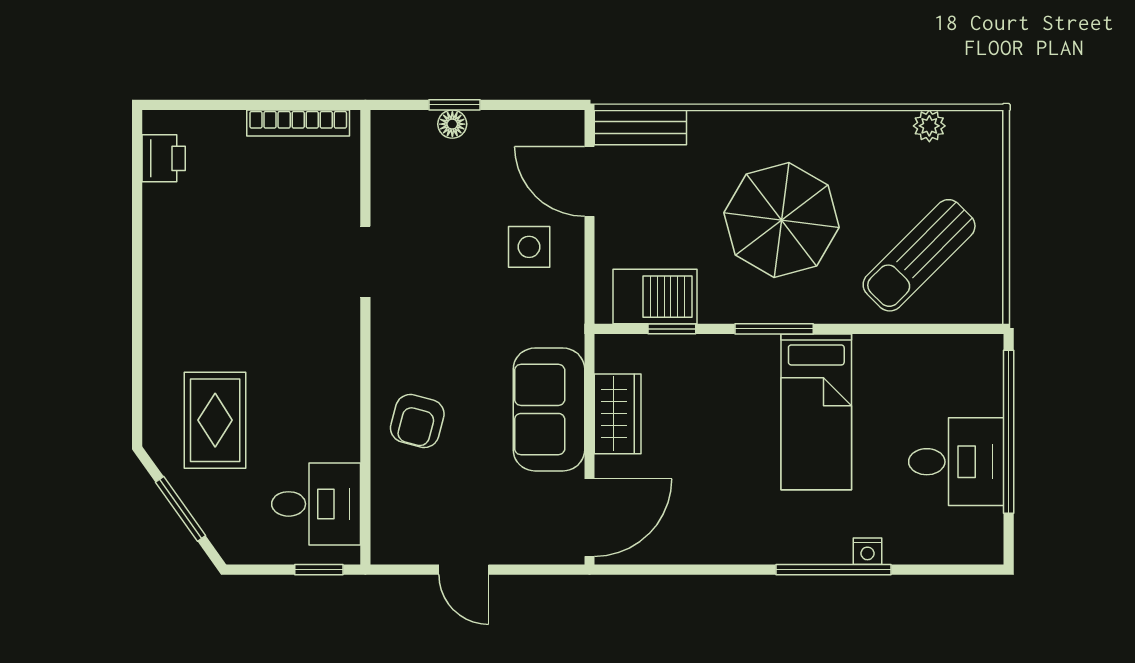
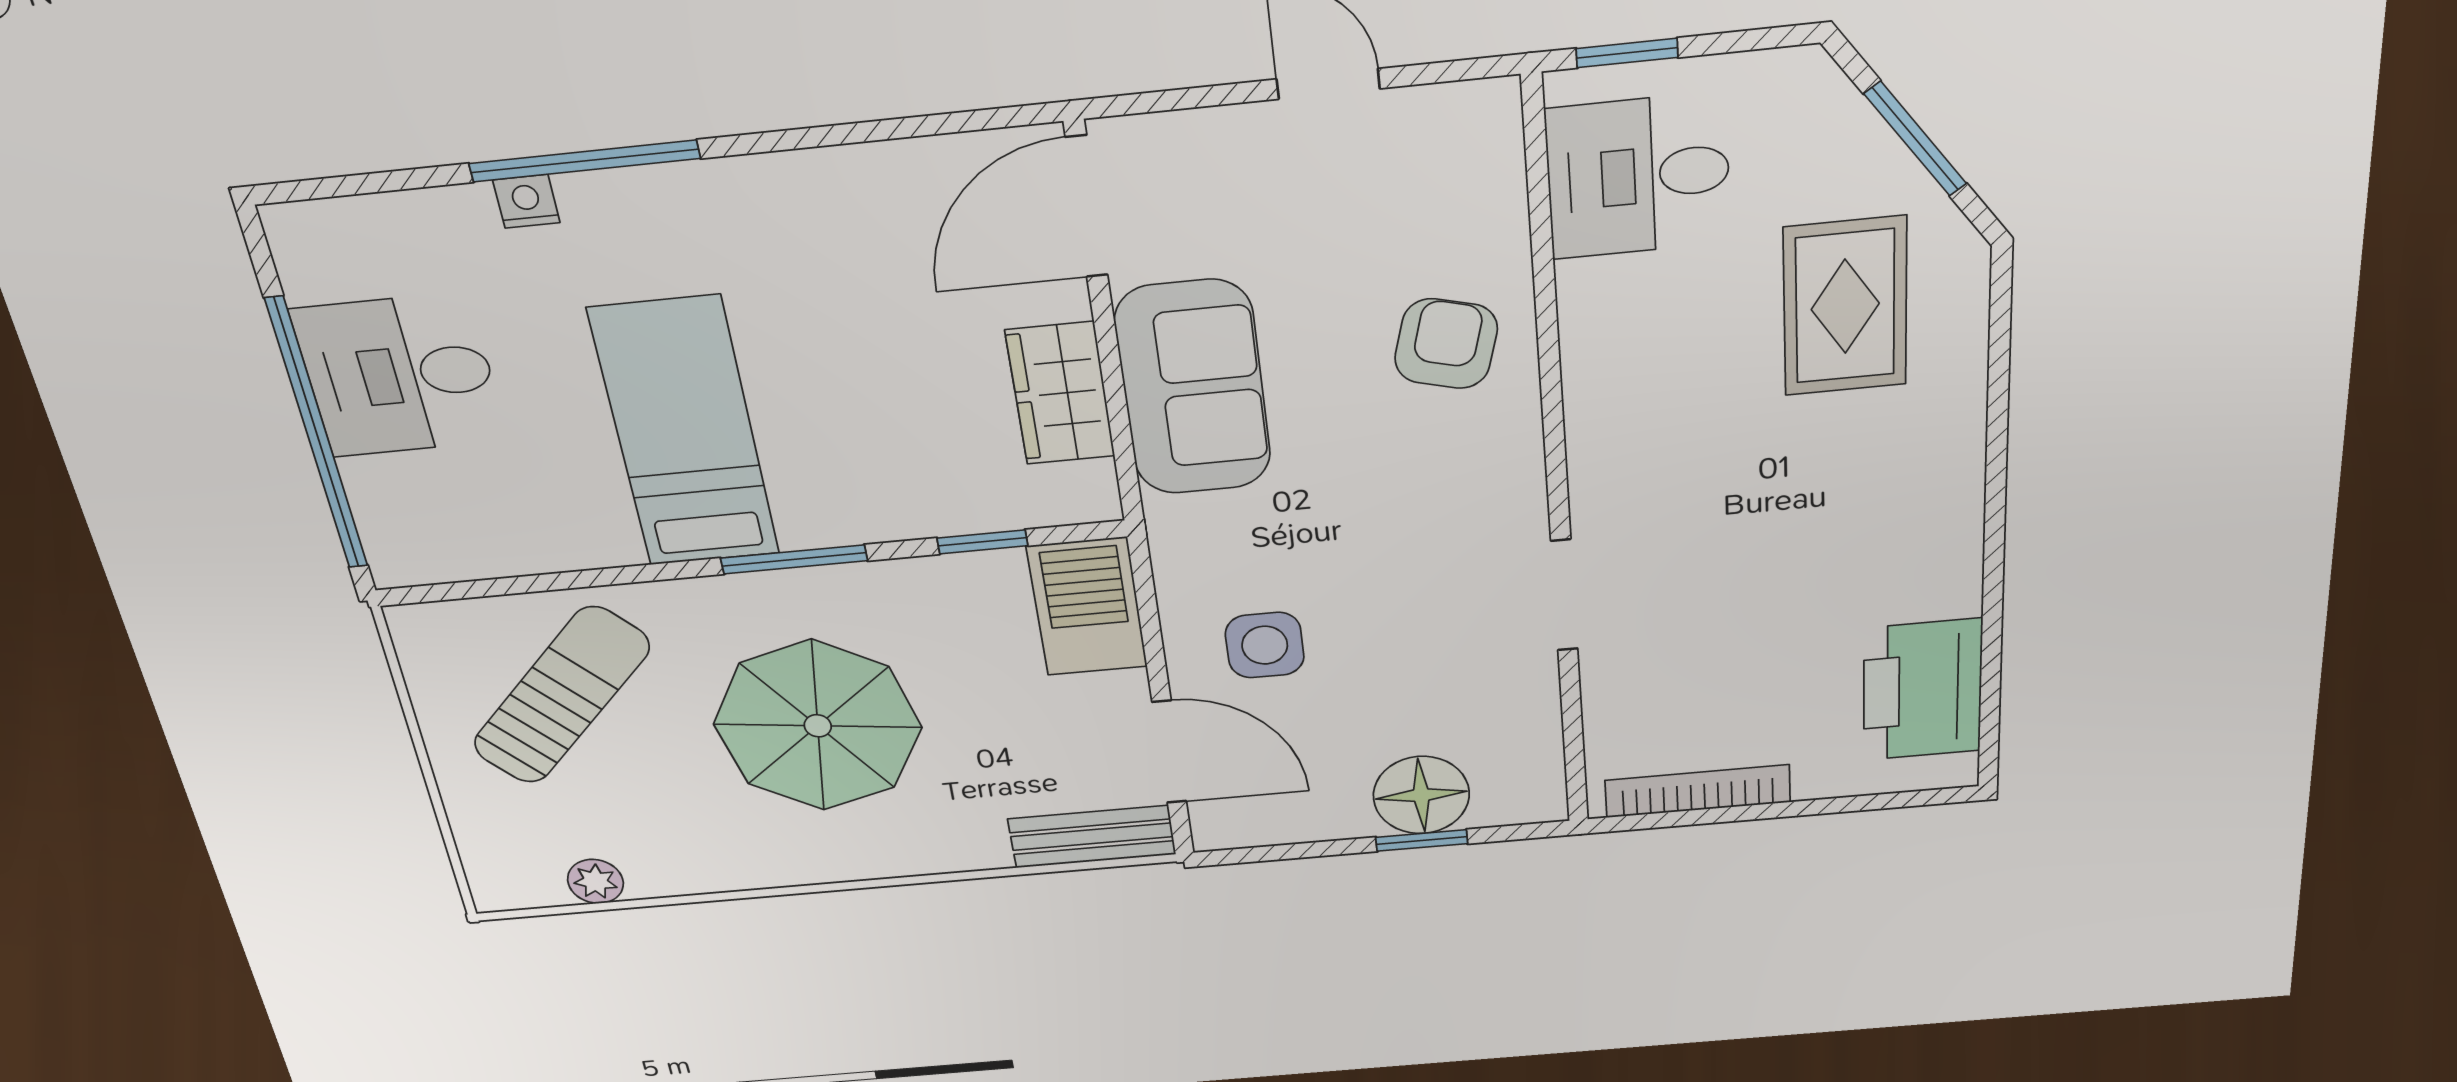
floor lamp: (452, 124) -> (1421, 795), width x1.89, depth x1.89
printer: (164, 158) -> (1923, 690), width x1.87, depth x1.48
barbecue: (655, 297) -> (1087, 607), moved, turned 90

